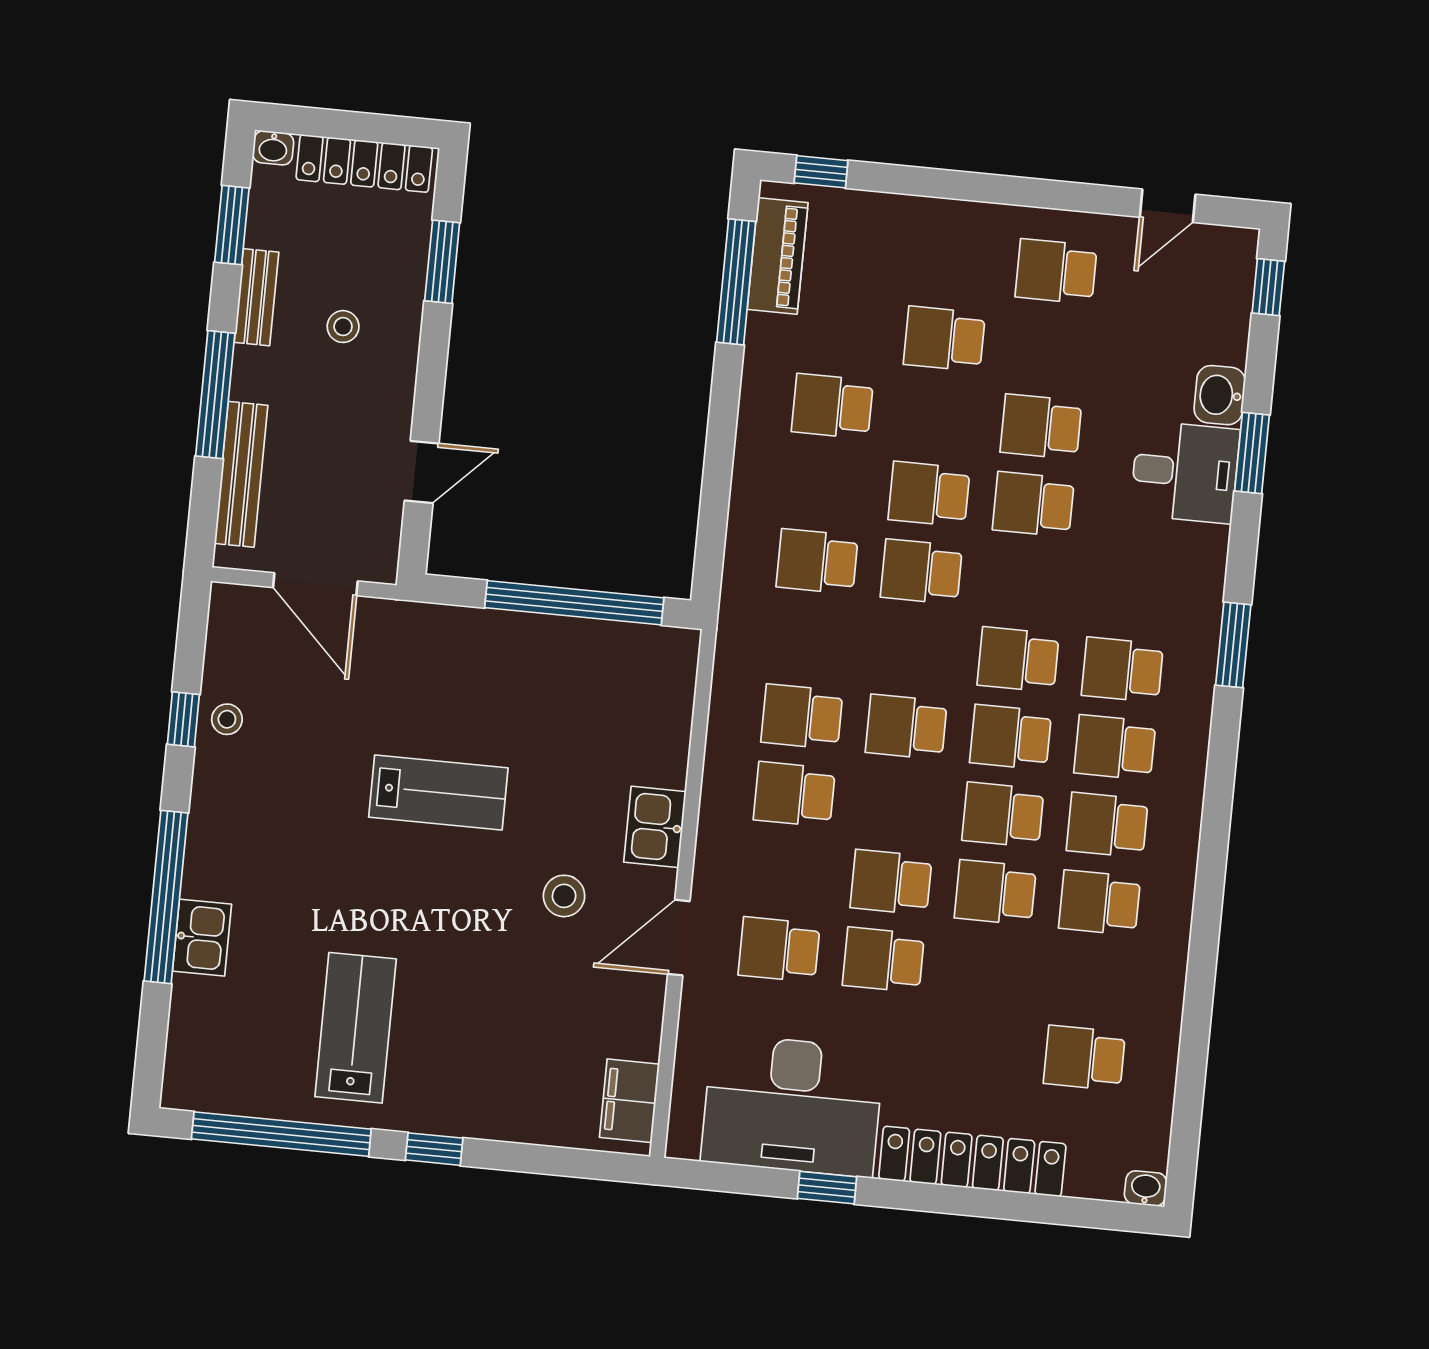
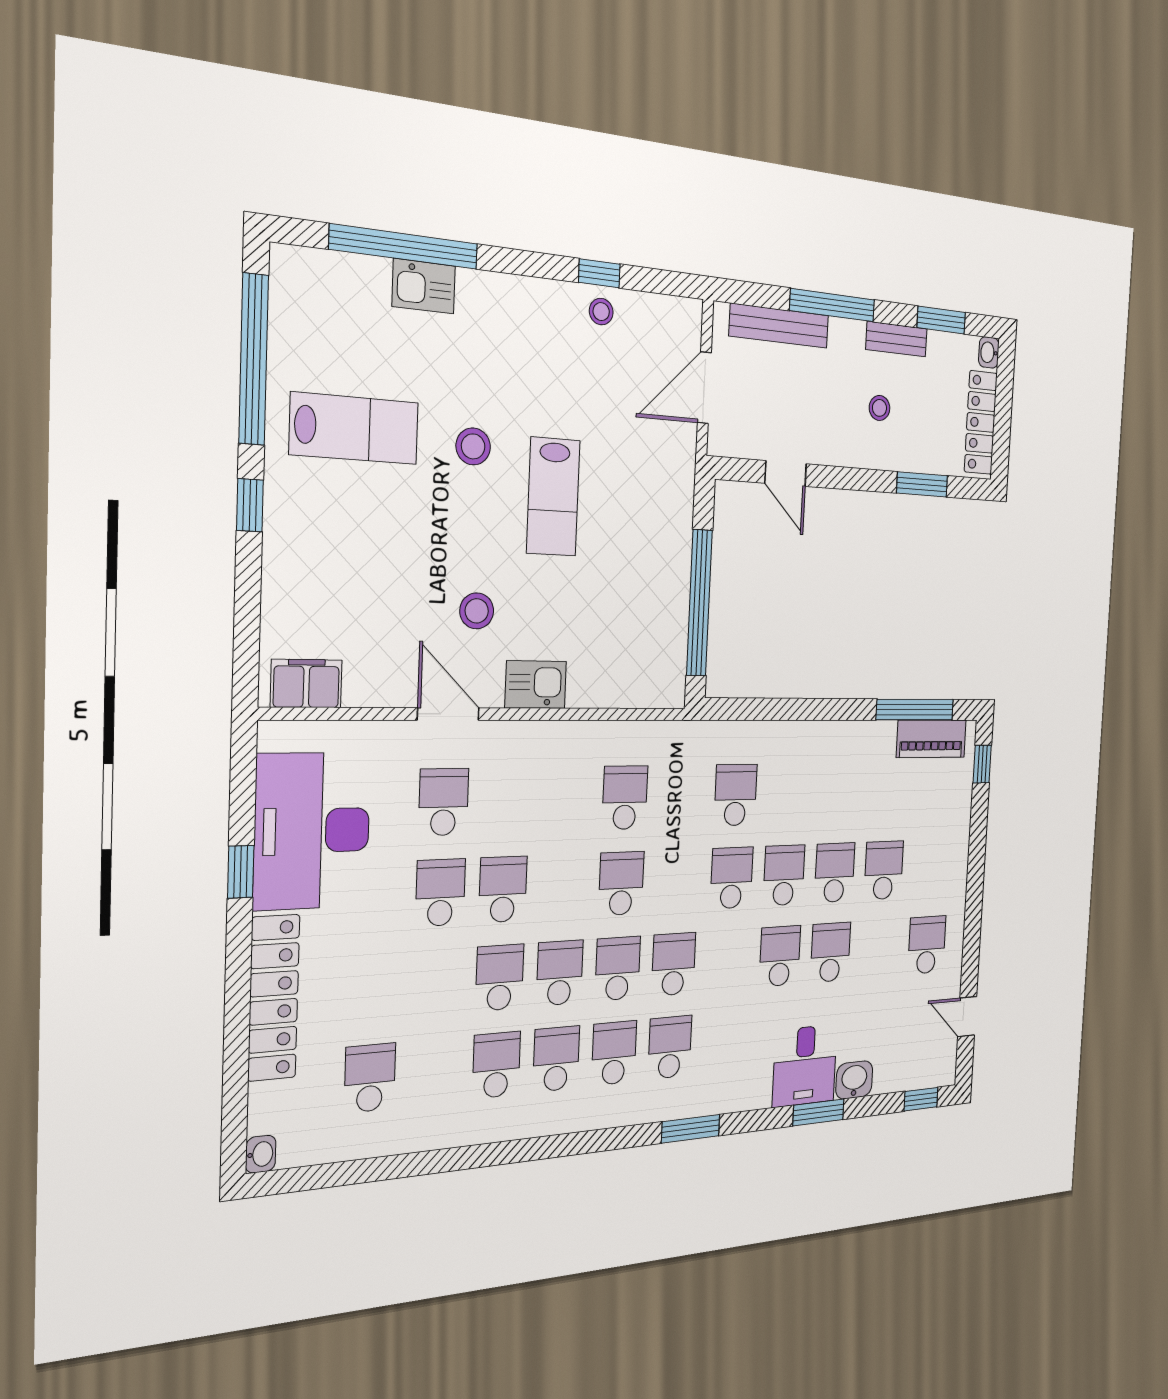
school desk: (832, 406) -> (835, 873), moved
school desk: (794, 794) -> (567, 799), removed
stool: (378, 889) -> (473, 446), added
window: (166, 897) -> (404, 247), moved

